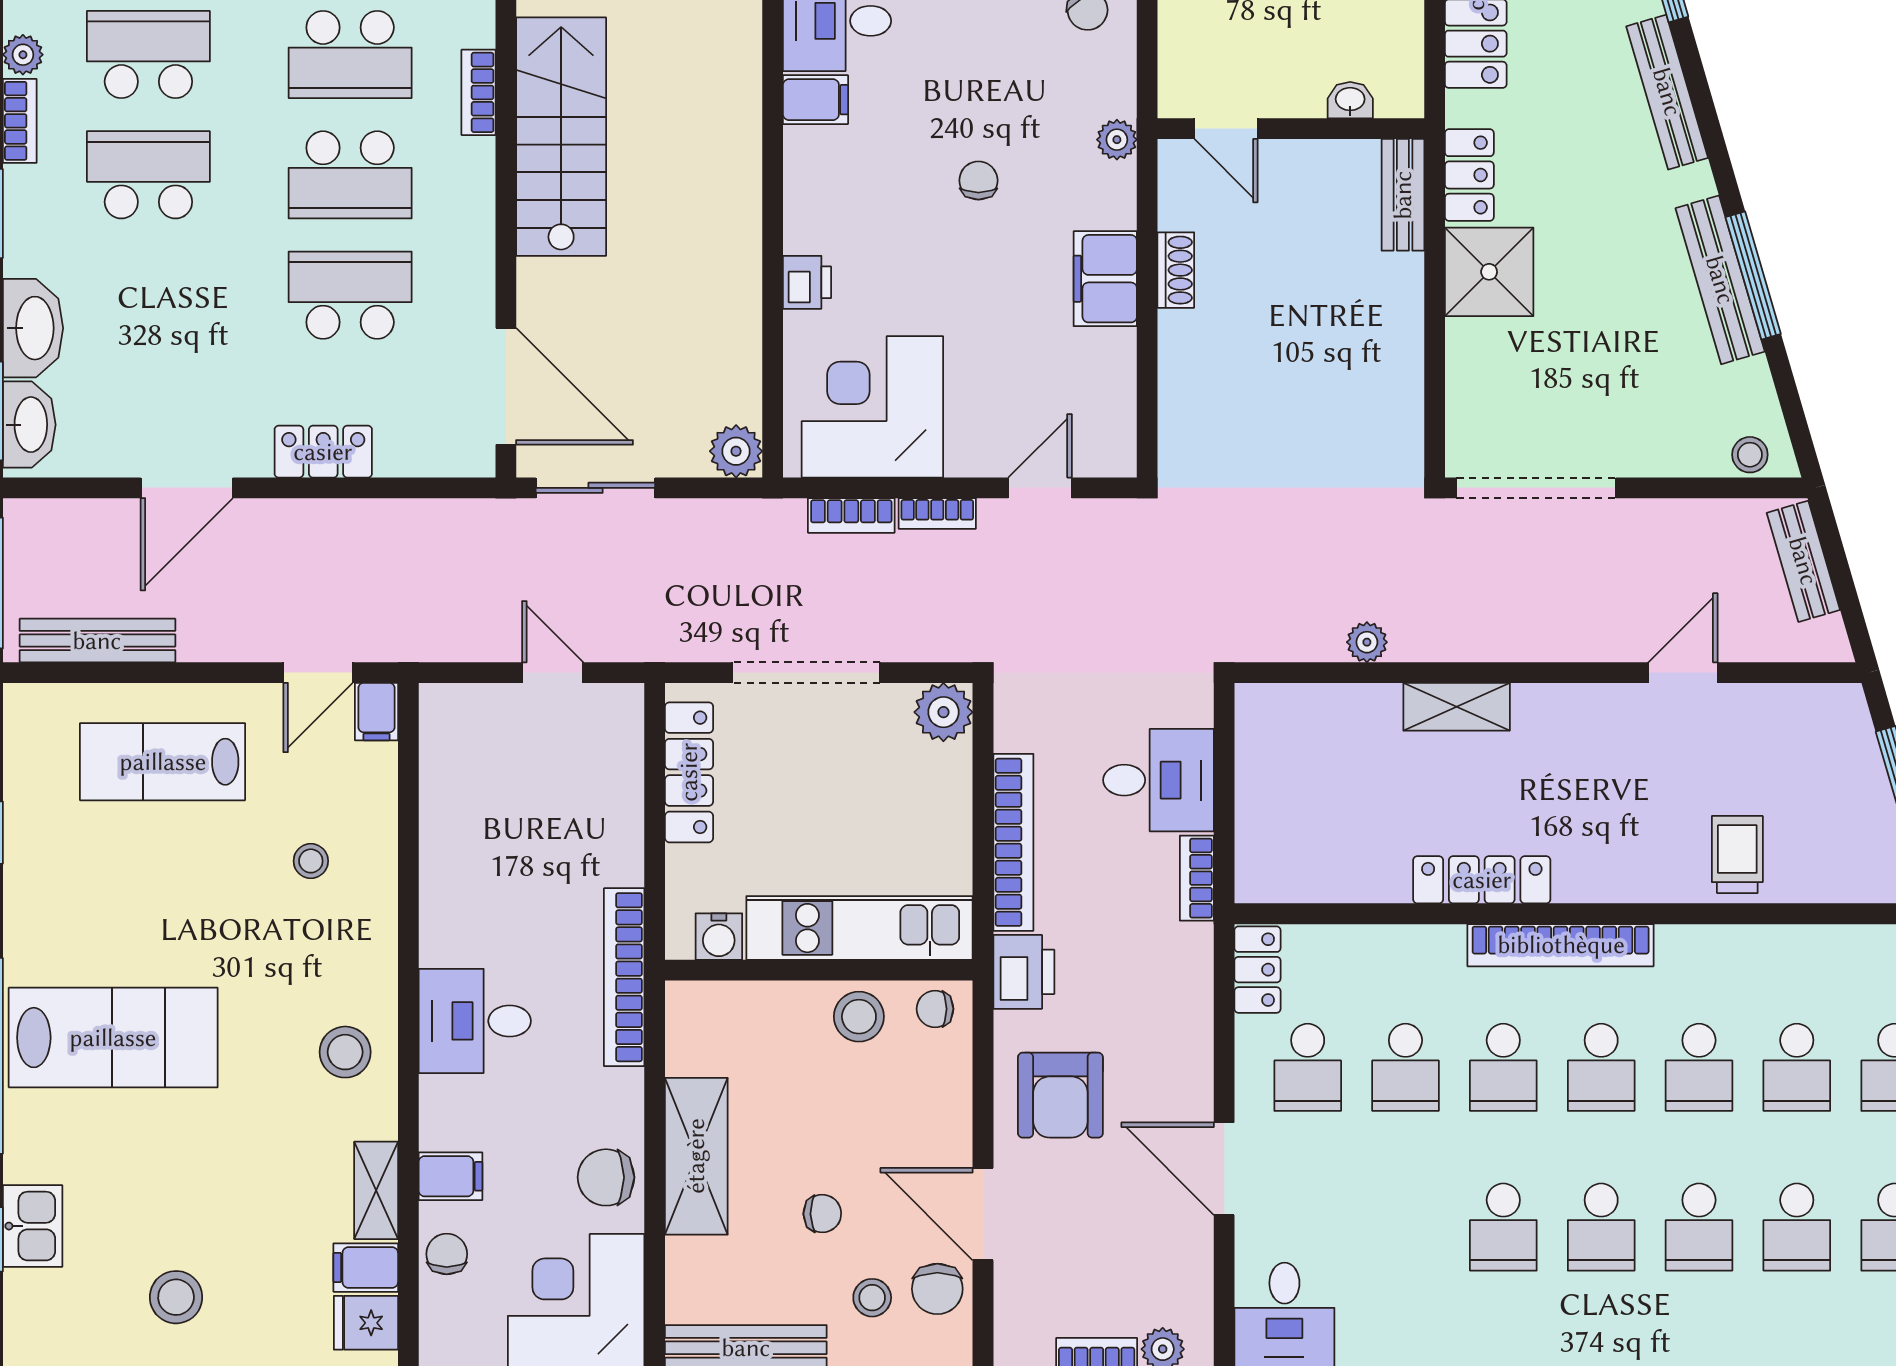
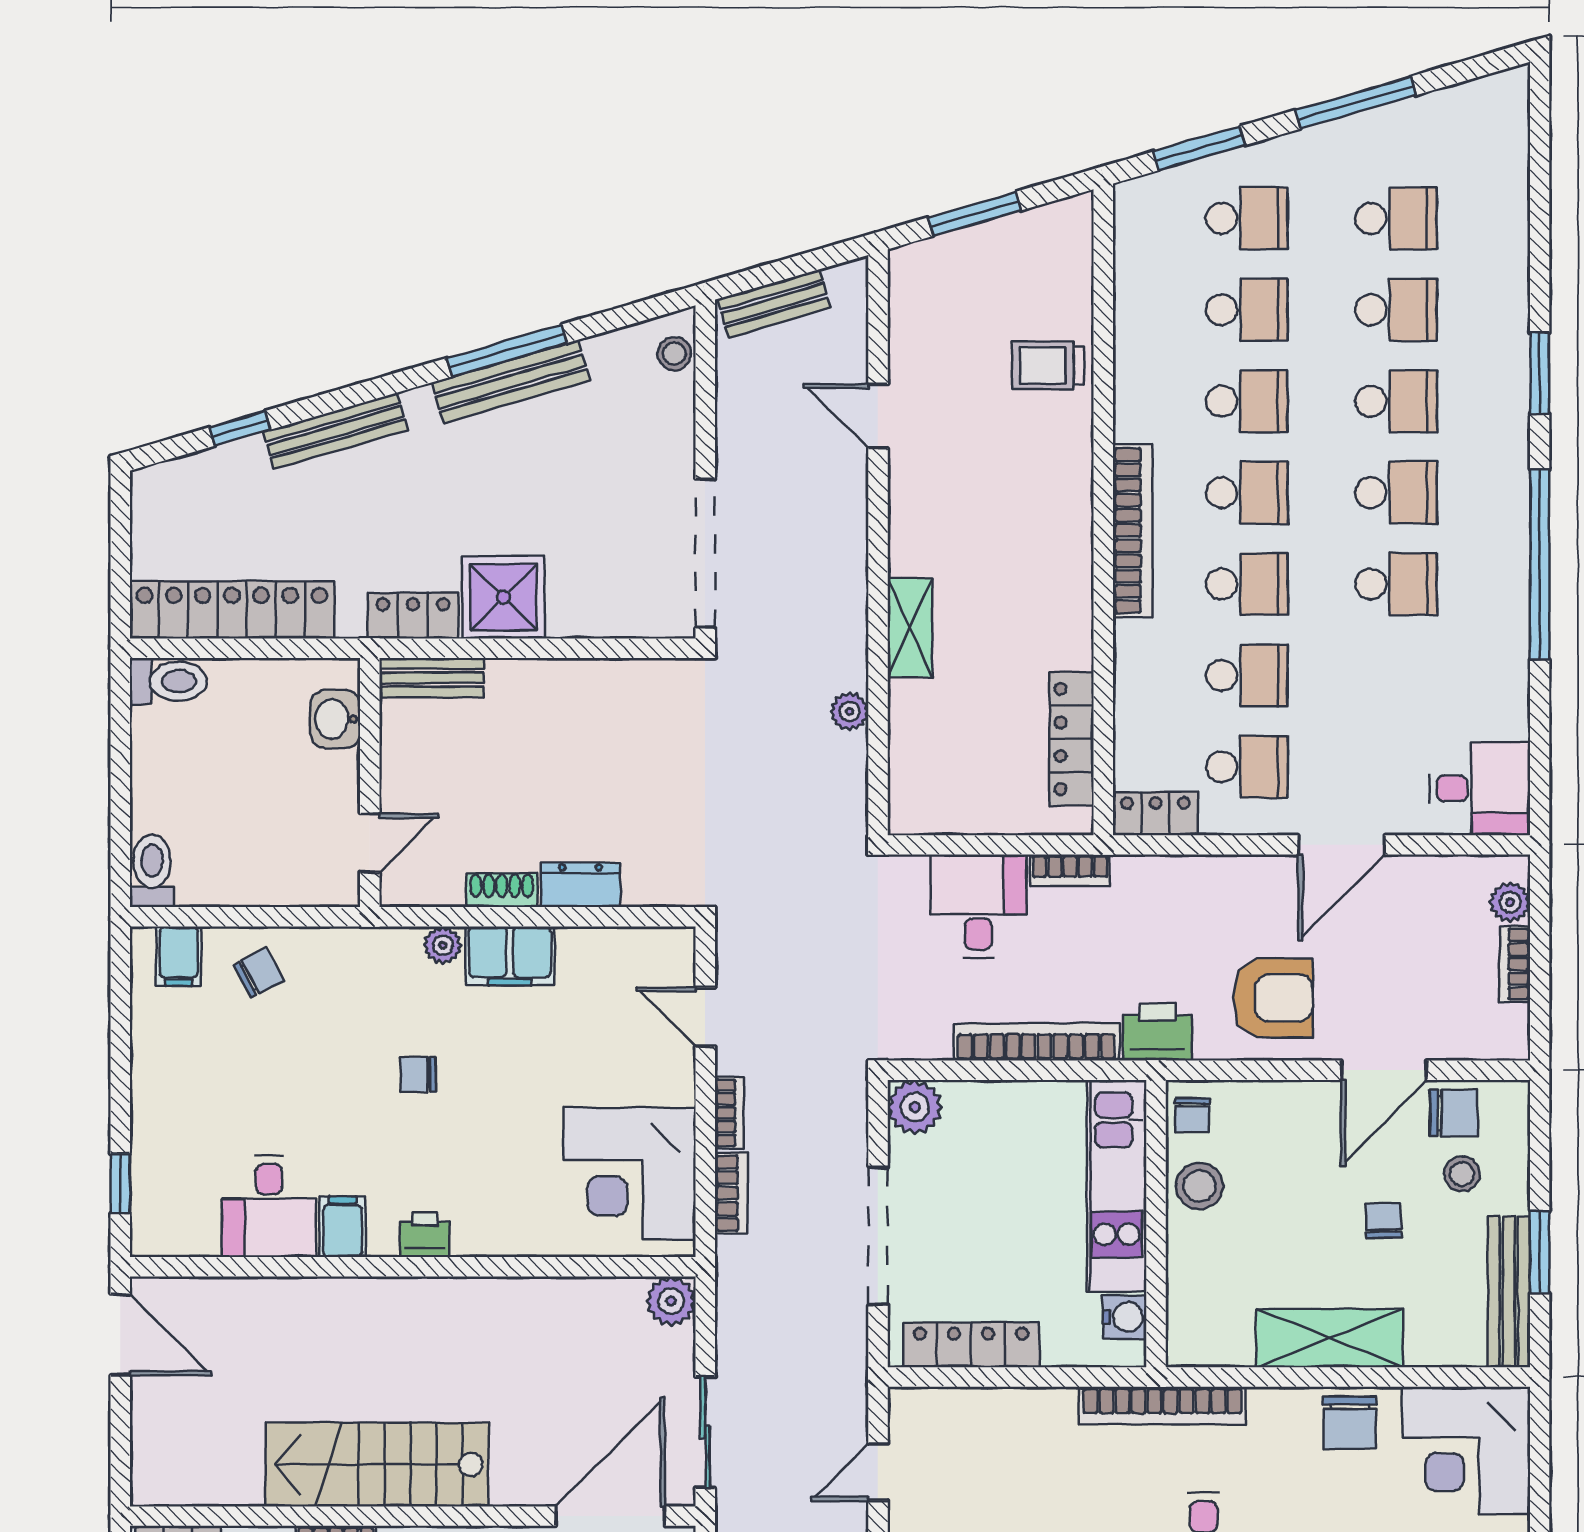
washbasin: (1350, 100) -> (335, 719), width x1.38, depth x1.45
plant: (1117, 140) -> (443, 945), moved
printer: (807, 282) -> (425, 1235), moved
dresser: (1181, 354) -> (581, 885), added
locker: (1482, 880) -> (1072, 739), moved

